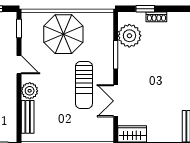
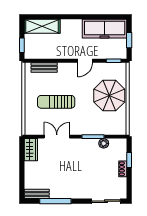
plant: (129, 36) -> (104, 143), width x0.53, depth x0.53
sun lounger: (84, 85) -> (56, 102), moved
plant: (30, 91) -> (65, 69), removed

